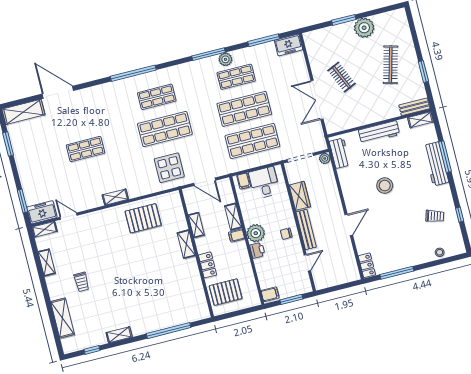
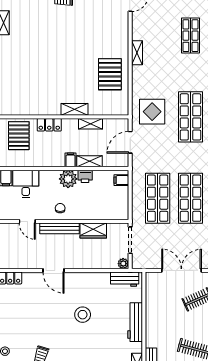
desk: (264, 183) -> (26, 184), moved, turned -90
printer: (257, 250) -> (85, 176), moved

